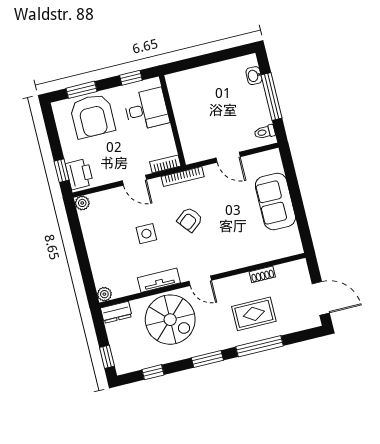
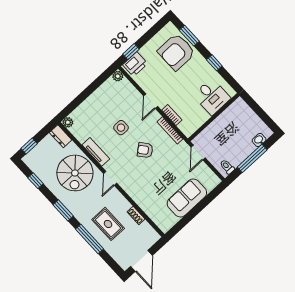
desk: (146, 109) -> (212, 97), moved
wall: (172, 121) -> (214, 117), moved

